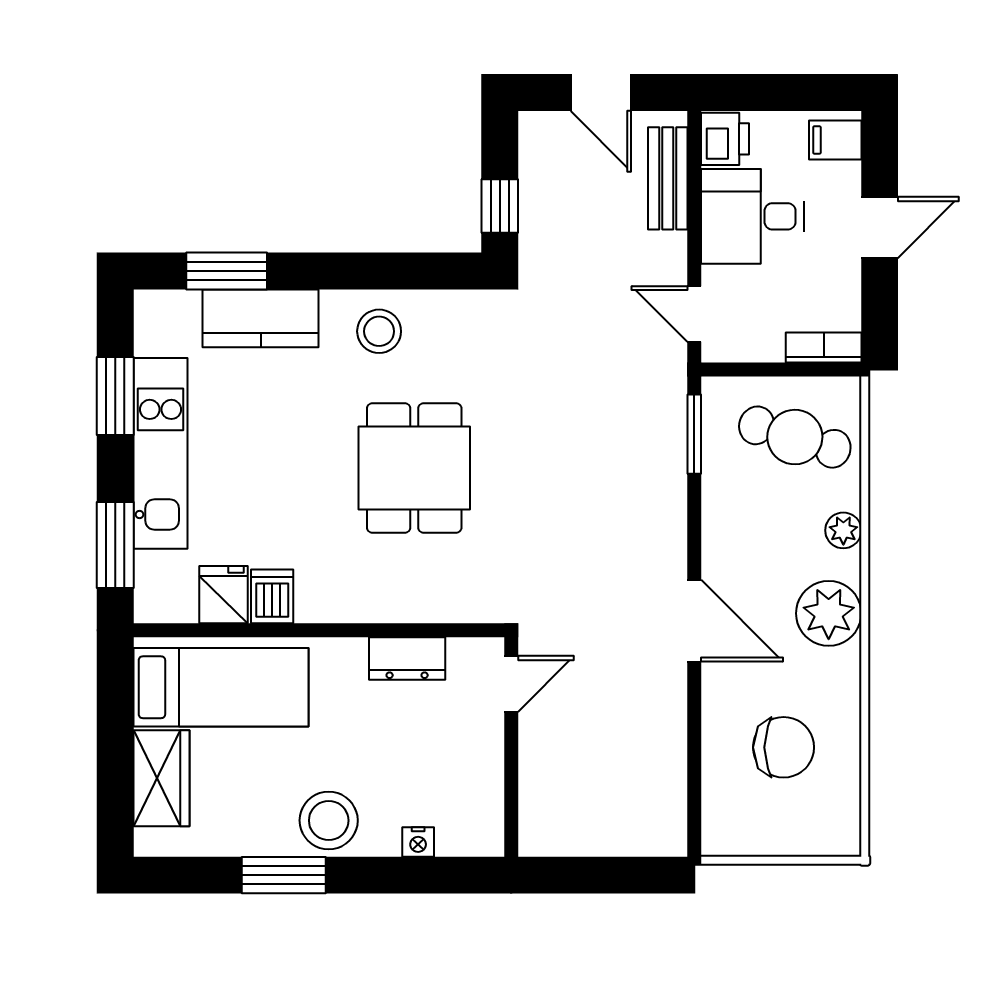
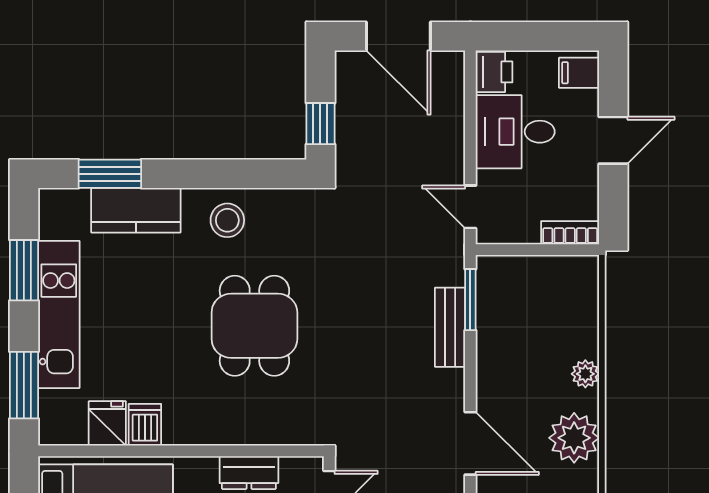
door: (601, 93) -> (398, 36), width x1.37
bench: (668, 178) -> (450, 327), moved
cafe table: (795, 437) -> (548, 302), removed

